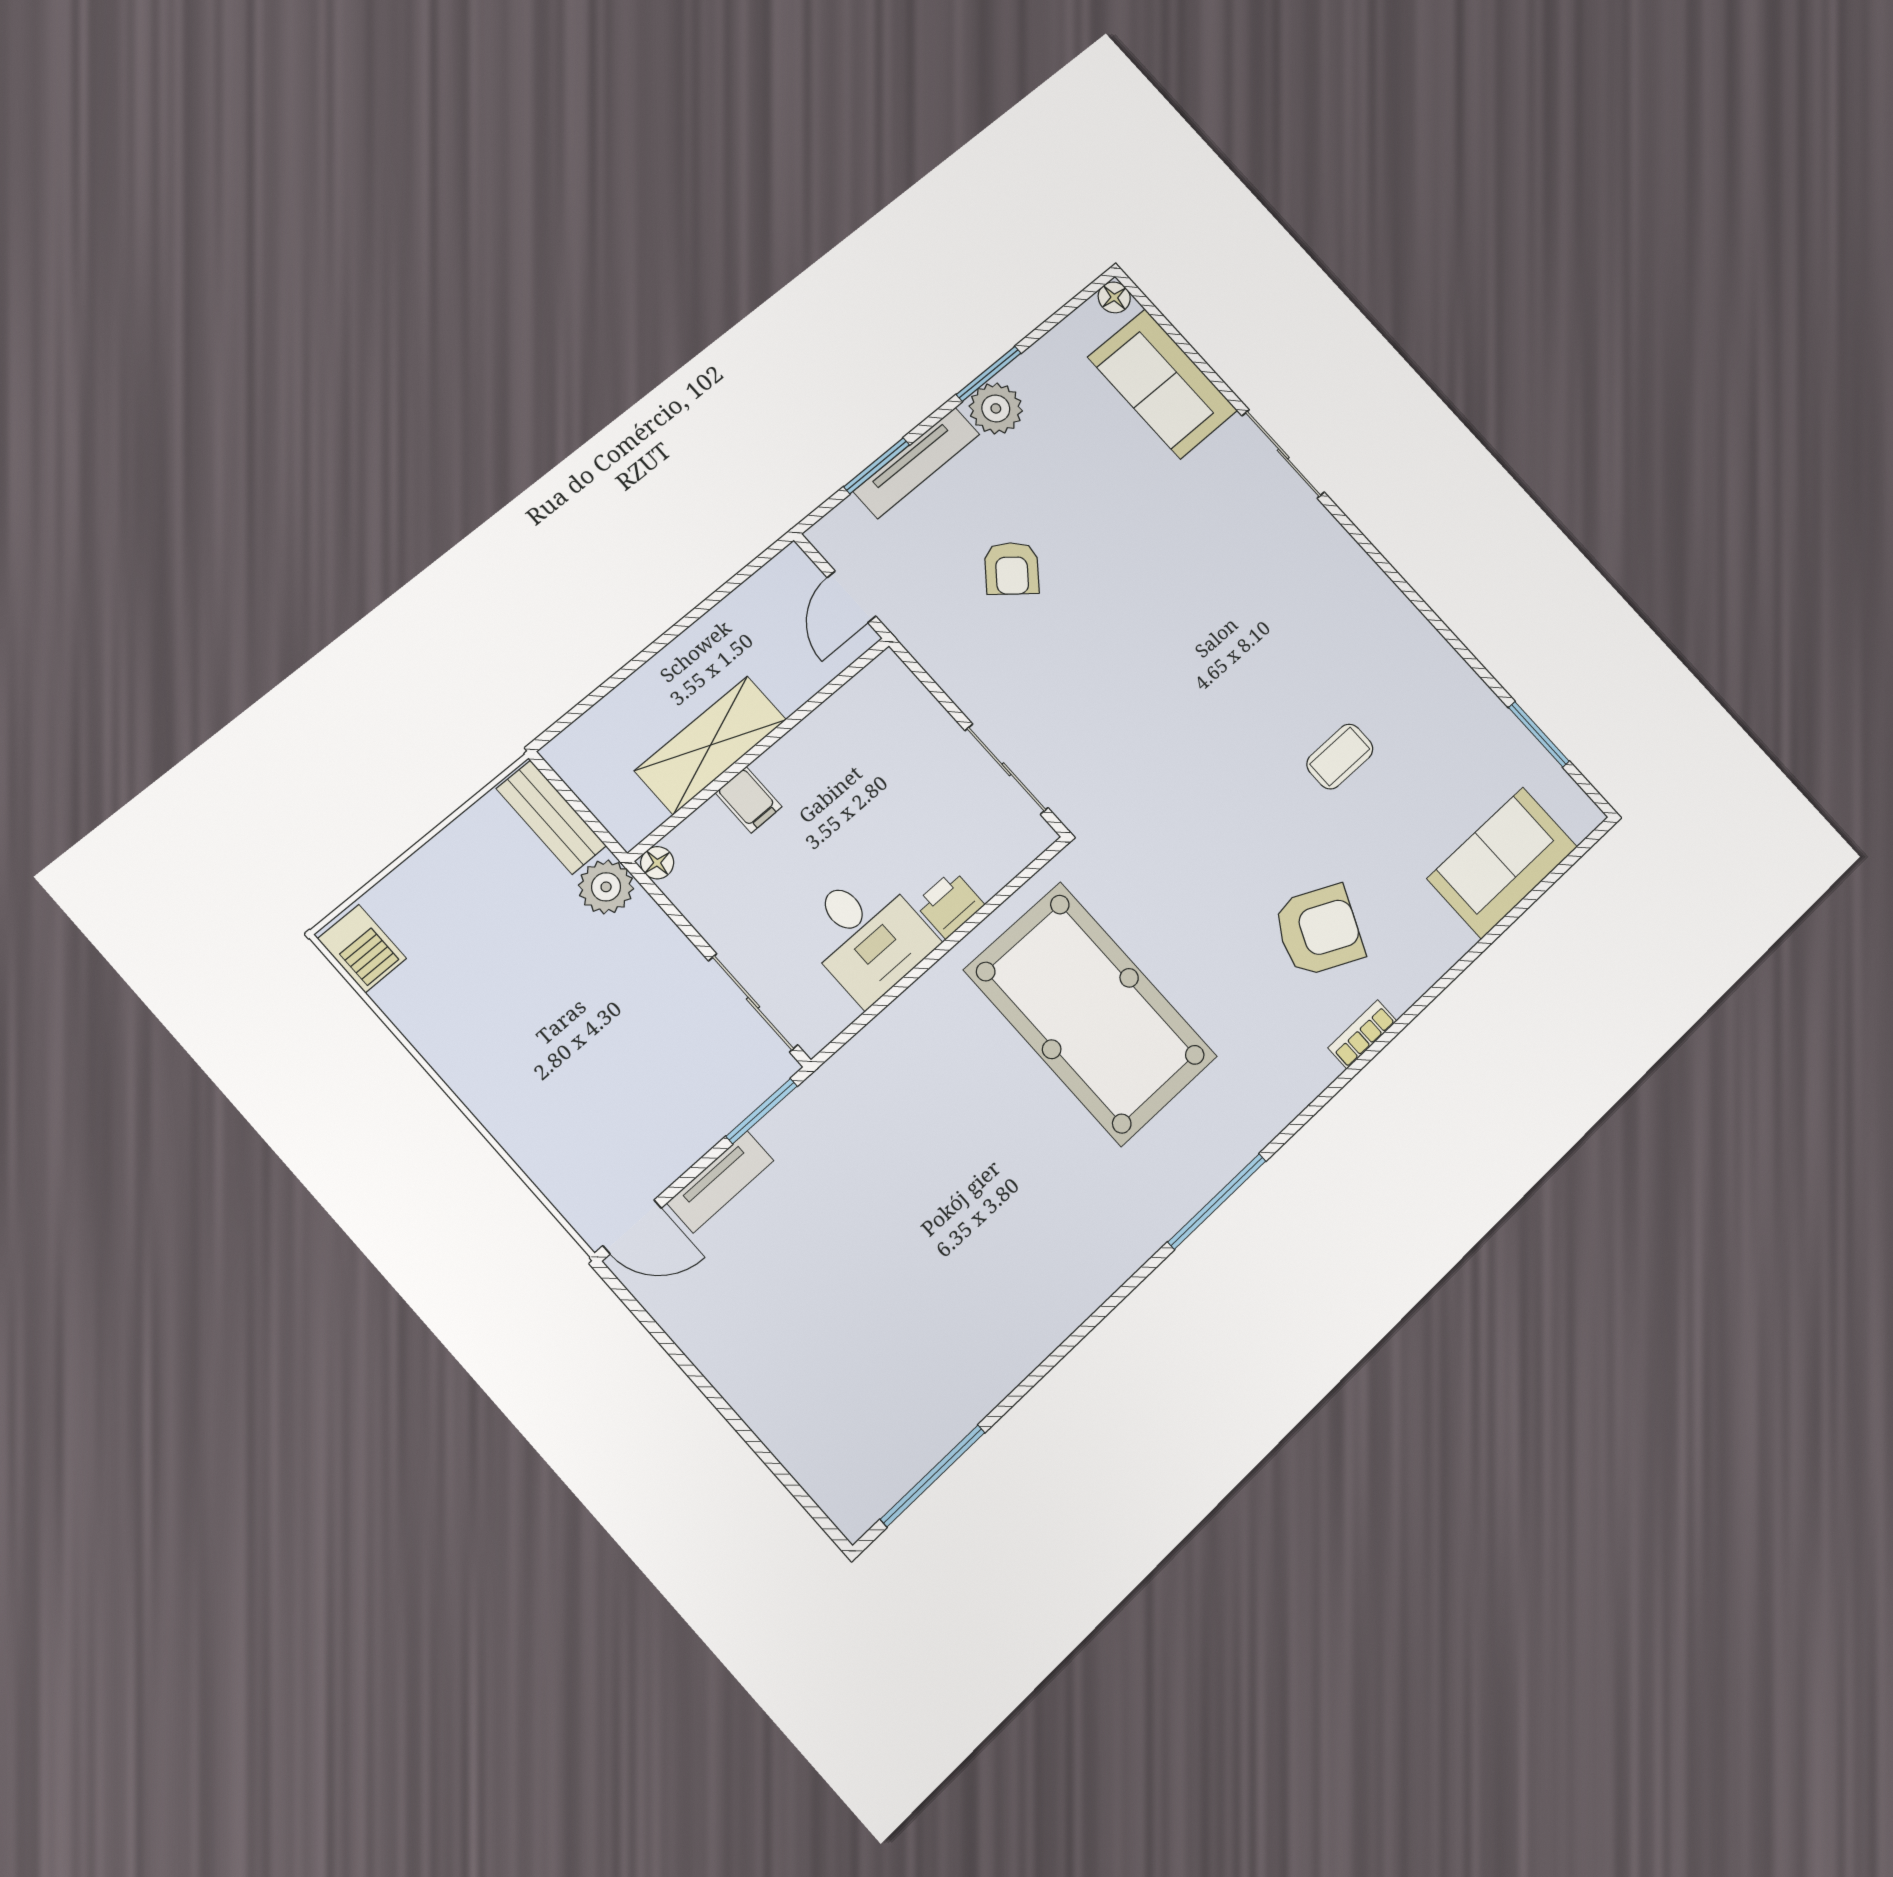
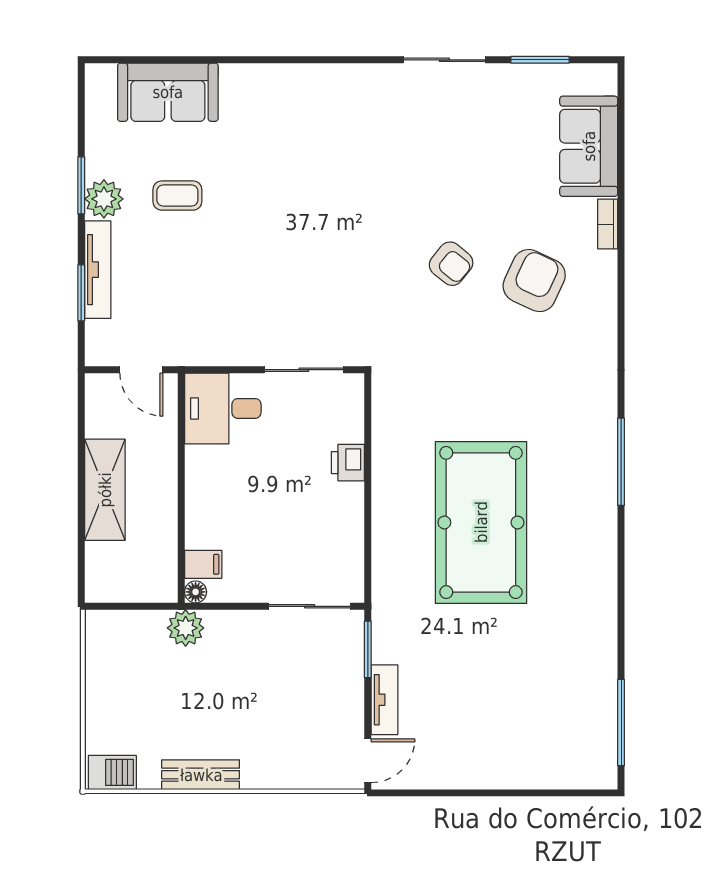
floor lamp: (1114, 297) -> (96, 75), removed
sliding door: (1283, 454) -> (444, 60), moved
armchair: (1012, 568) -> (451, 264), moved
shelving: (711, 745) -> (105, 490), moved
coffee table: (1340, 757) -> (177, 196), moved, turned 90
filing cabinet: (749, 800) -> (203, 564), moved
bench: (551, 817) -> (201, 775), moved
desk: (867, 935) -> (223, 408), moved, turned 180
pool table: (1091, 1013) -> (481, 522), moved, turned 90
bookcase: (1362, 1034) -> (608, 224), moved

